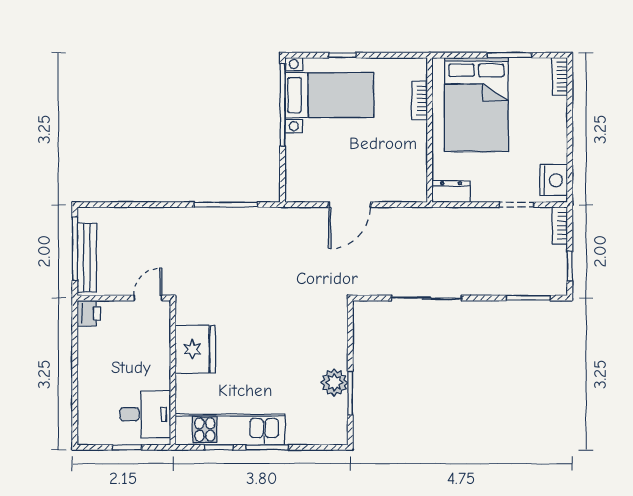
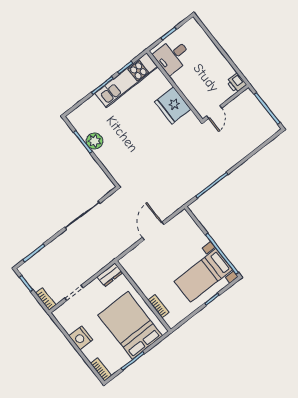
nightstand: (554, 180) -> (81, 338), moved
bench: (87, 258) -> (258, 109), removed

